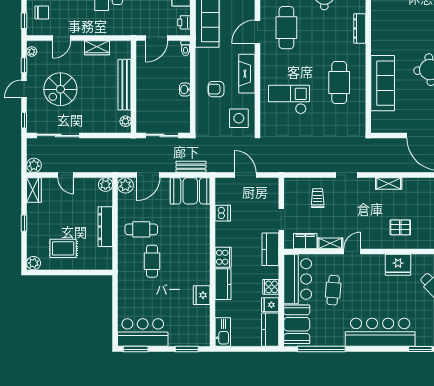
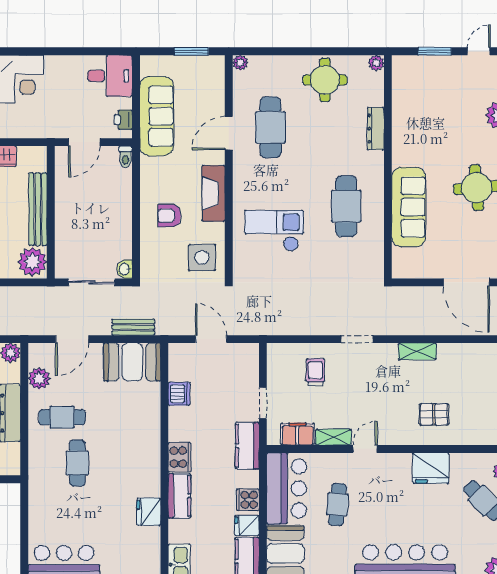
washbasin: (185, 89) -> (125, 269), moved
plant: (125, 121) -> (32, 262), width x1.88, depth x1.88
plant: (125, 185) -> (39, 378), moved

